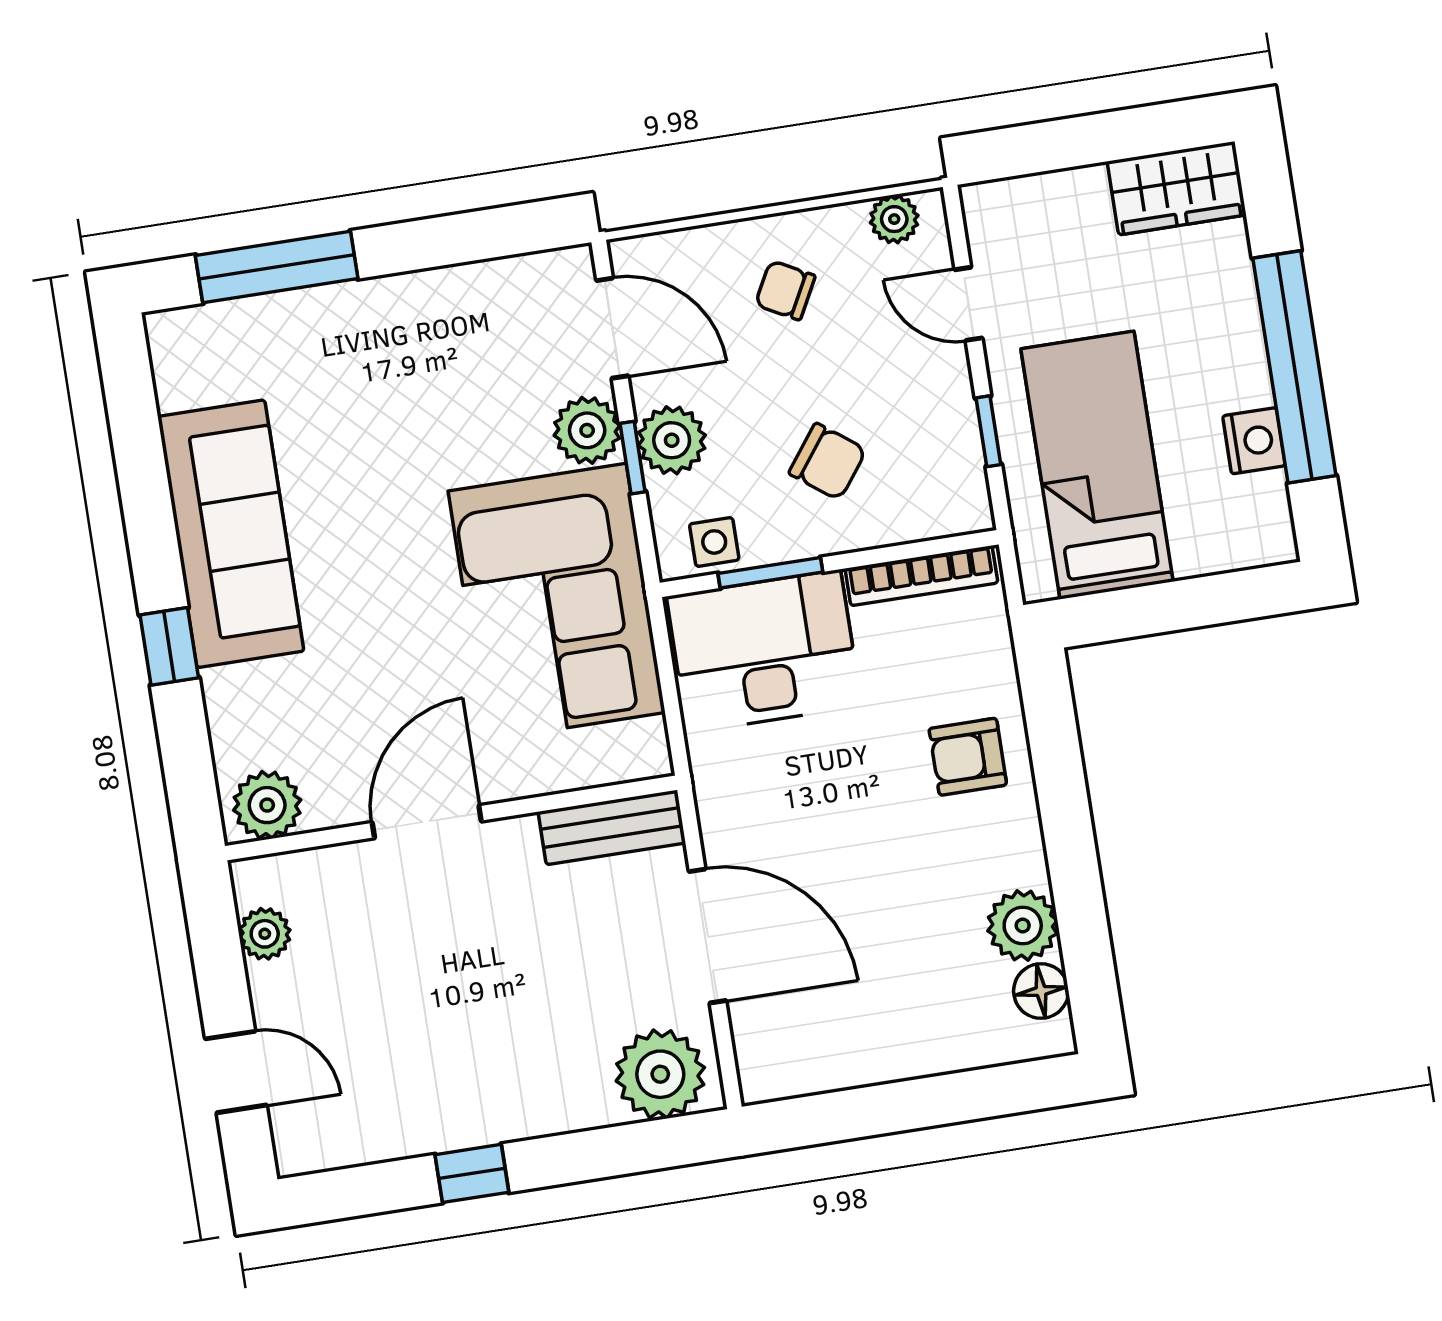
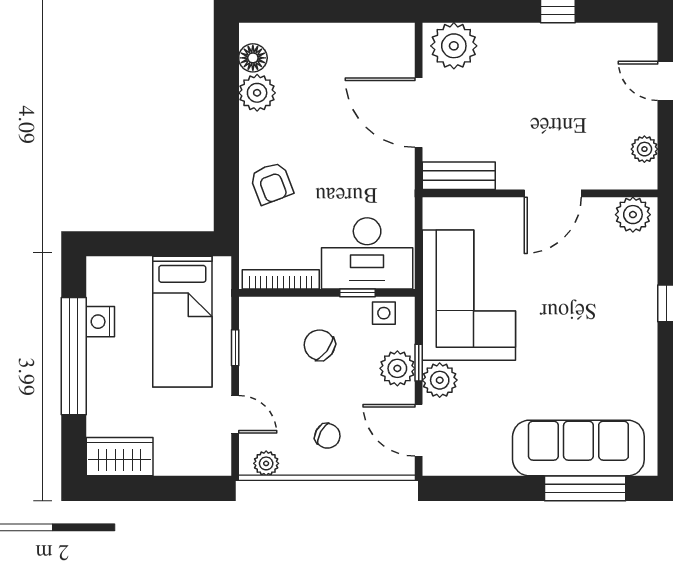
sofa: (231, 534) -> (578, 448), moved, turned 90
window: (770, 573) -> (358, 293), width x0.67
armchair: (968, 757) -> (272, 183), turned 69

